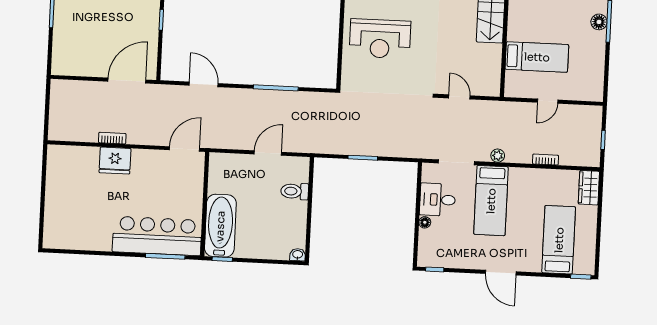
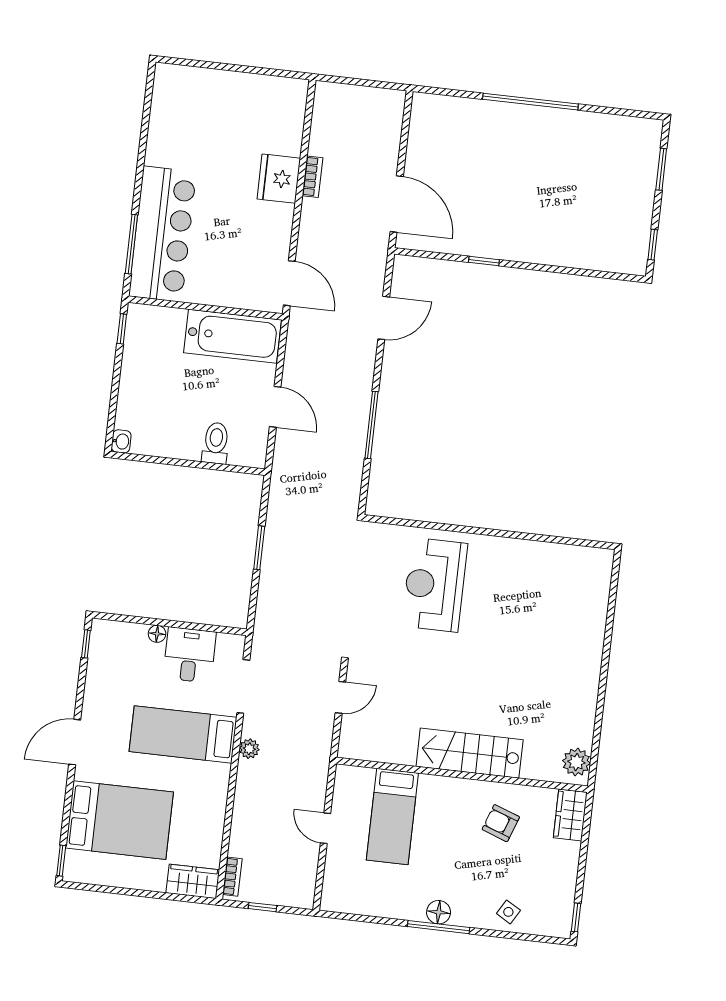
bookcase: (546, 160) -> (232, 877), moved
bathtub: (220, 226) -> (233, 336), moved
bed: (559, 240) -> (119, 820), width x1.50

